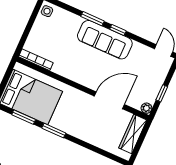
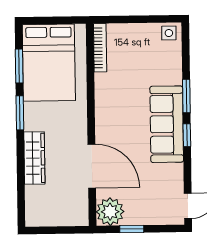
plant: (146, 108) -> (110, 212), width x1.87, depth x1.87
wardrobe: (133, 134) -> (34, 158), moved, turned 90

